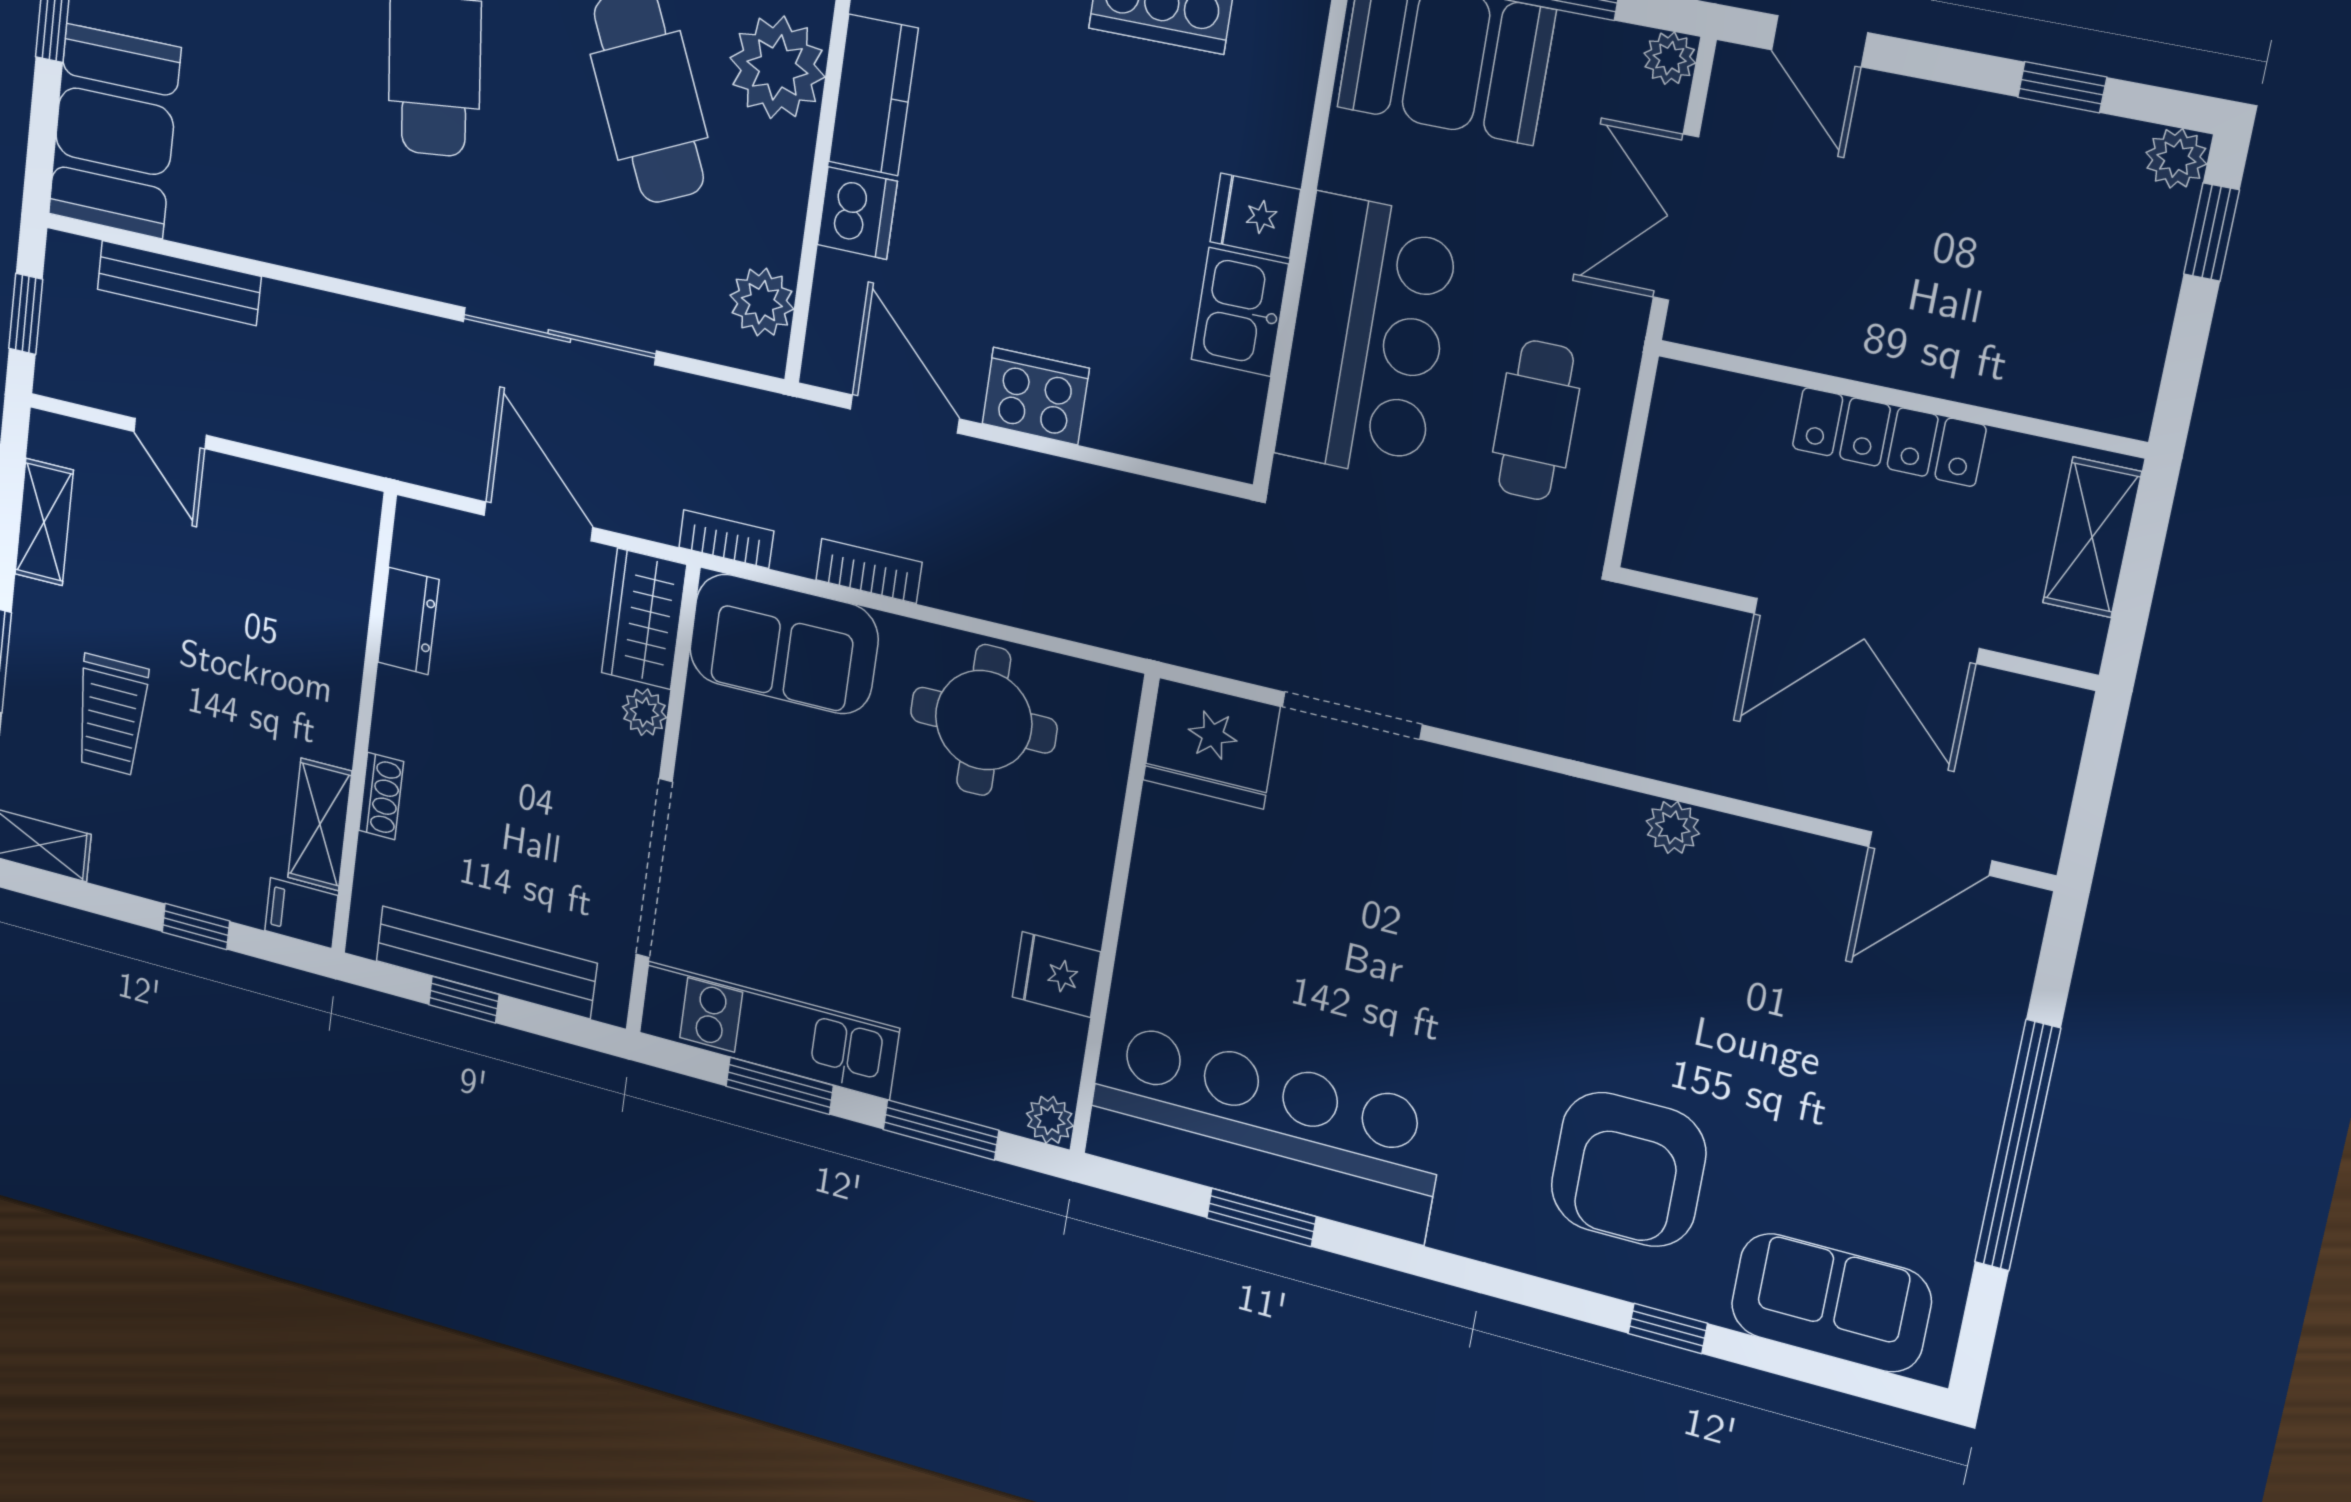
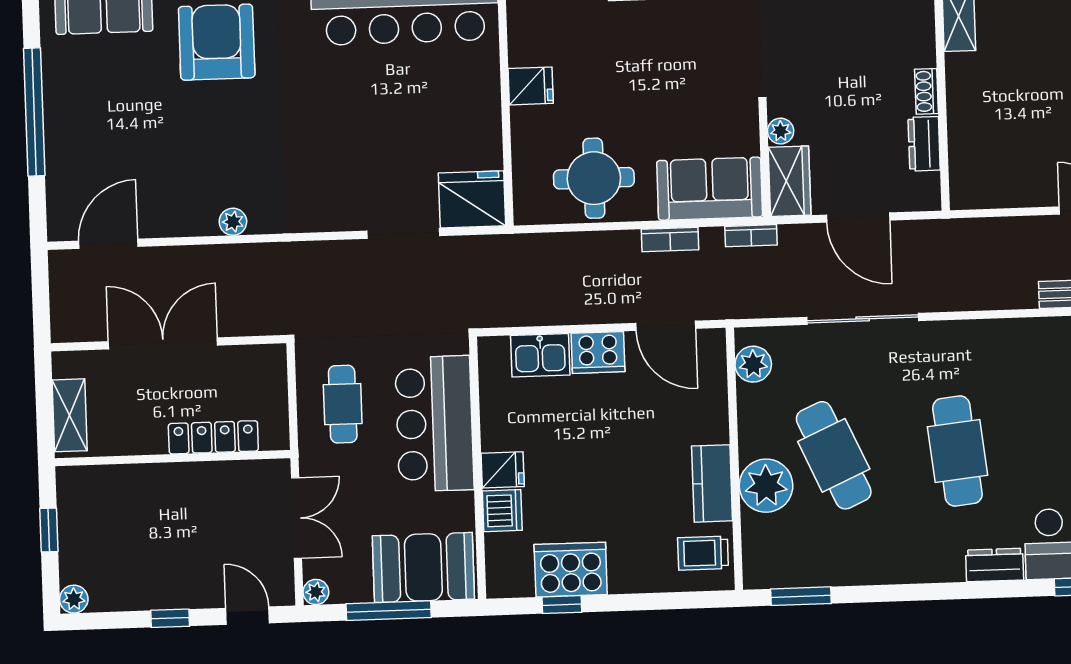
window: (2062, 87) -> (170, 618), moved
dishwasher: (857, 213) -> (502, 511), moved, turned 180
window: (2211, 232) -> (49, 530), moved
kitchen sink: (1240, 312) -> (540, 355), moved, turned 90
locker: (1889, 437) -> (213, 437), moved
shoe rack: (381, 796) -> (926, 91), moved
fridge: (1056, 974) -> (531, 86), moved

